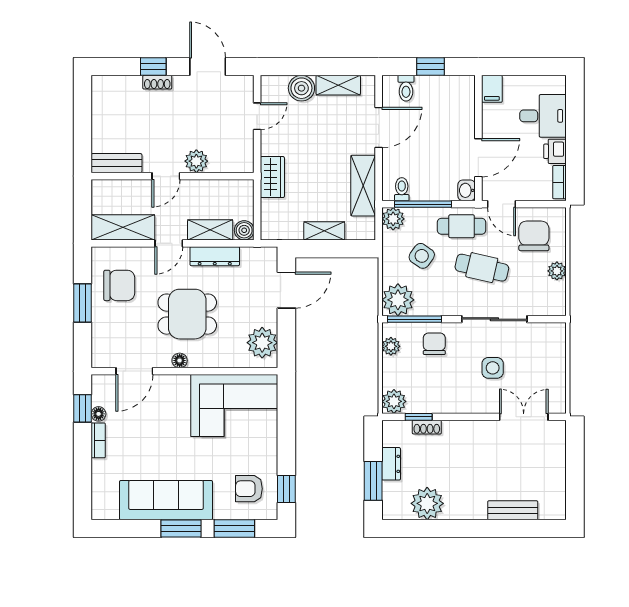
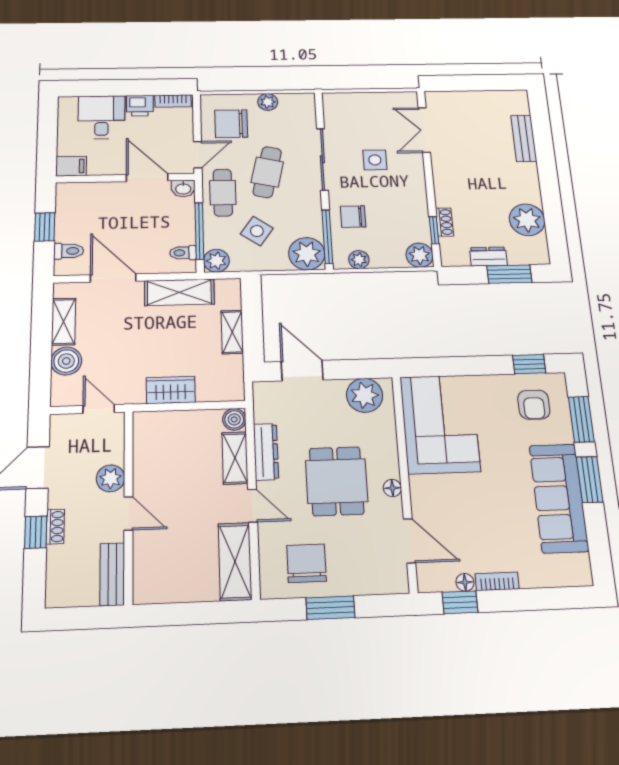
plant: (196, 161) -> (110, 478), moved
bench: (116, 163) -> (112, 574), moved
door: (166, 176) -> (128, 513), moved
wall: (173, 176) -> (128, 506), moved

